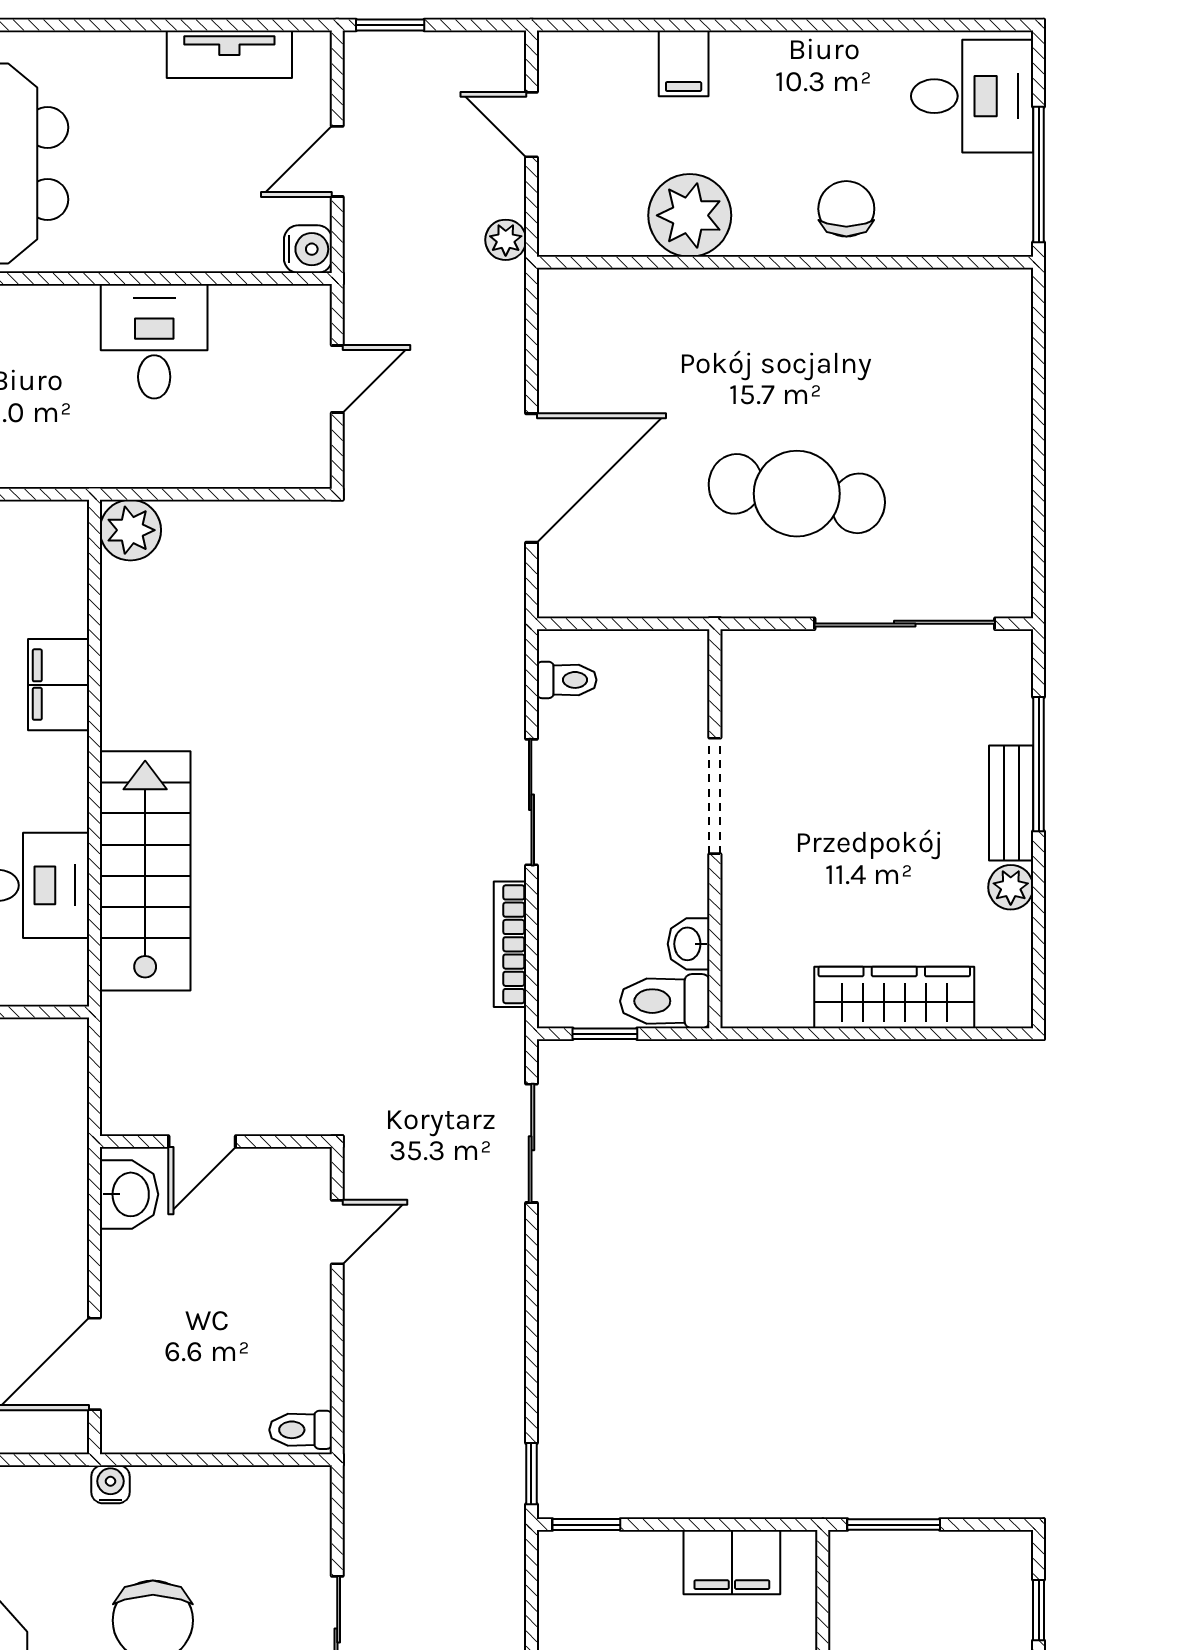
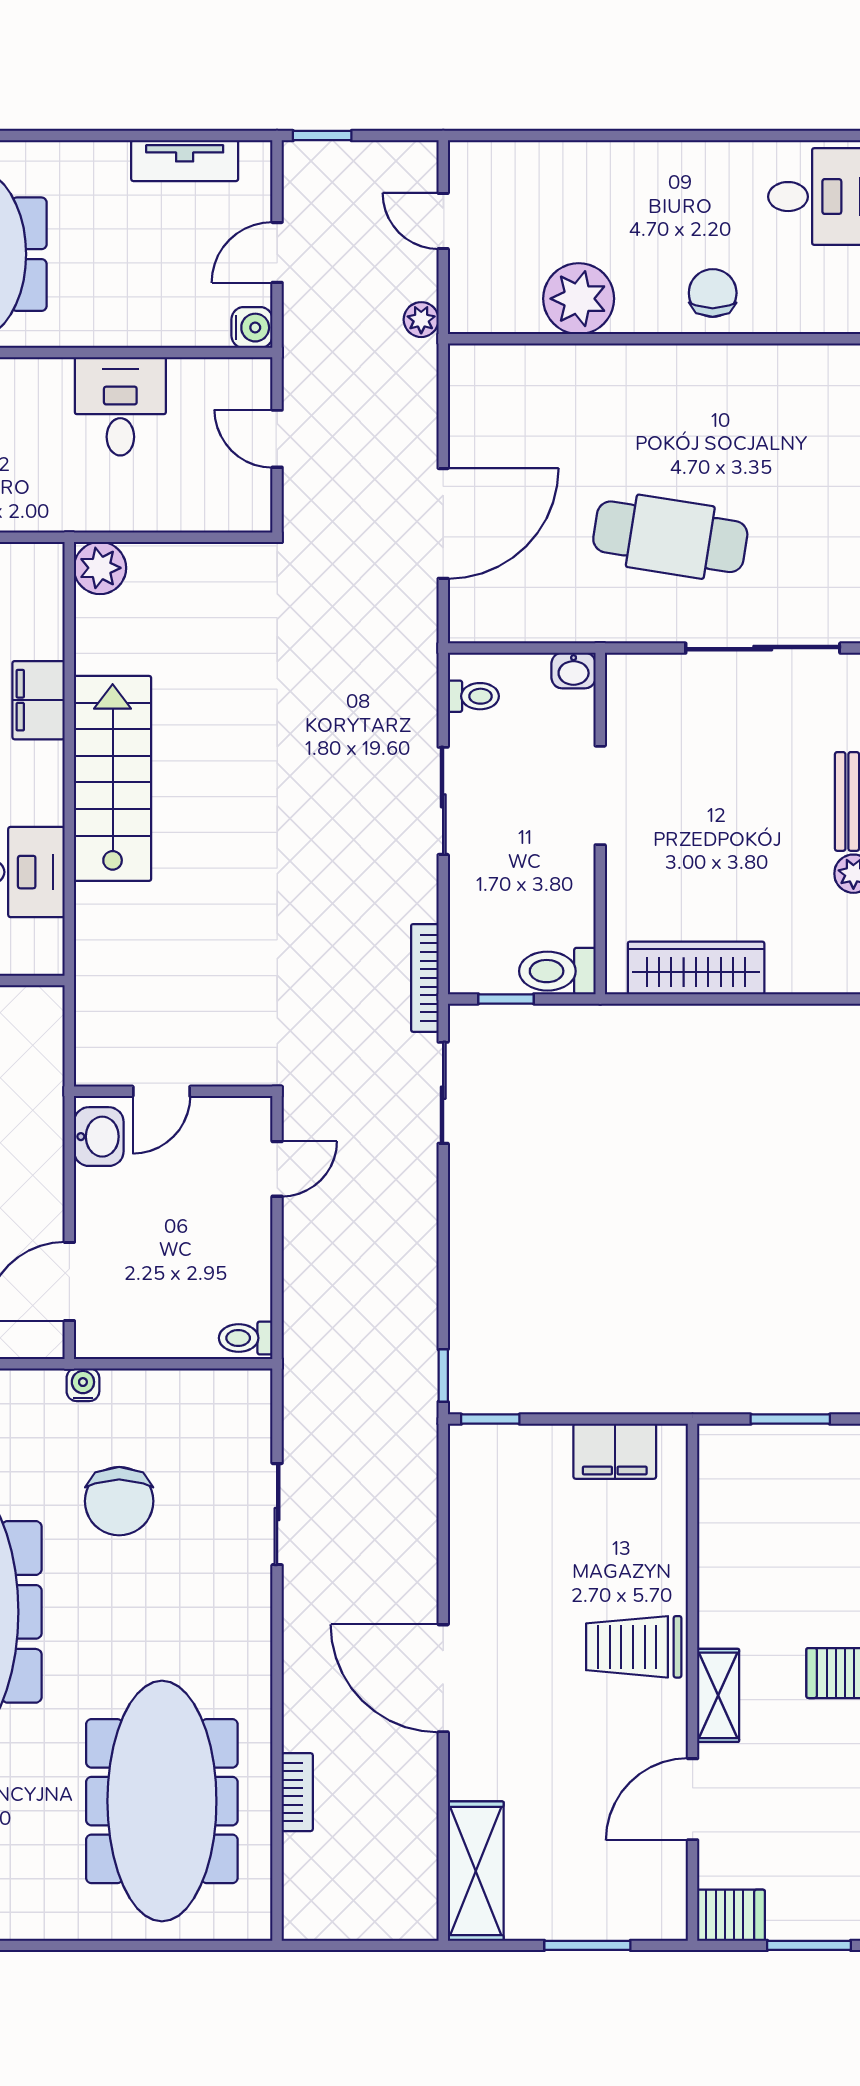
filing cabinet: (684, 63) -> (573, 169), removed
door: (337, 379) -> (277, 439), swing flipped
stairs: (145, 871) -> (113, 778), moved
bookcase: (510, 944) -> (425, 978), moved
washbasin: (689, 944) -> (574, 671), moved, turned -90
wardrobe: (894, 997) -> (696, 968), moved
window: (894, 1525) -> (790, 1419), moved

